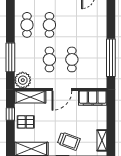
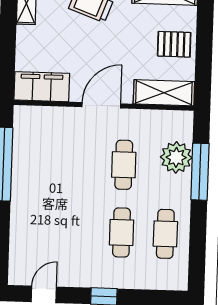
cafe table: (72, 59) -> (80, 163), removed
plant: (23, 80) -> (176, 157), moved
window: (10, 114) -> (204, 61), removed

